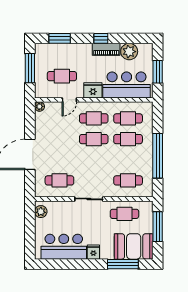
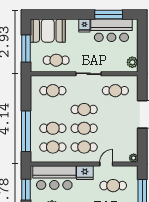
window: (158, 156) -> (26, 131), moved
cafe table: (94, 160) -> (84, 109), added
window: (123, 264) -> (109, 14), moved

